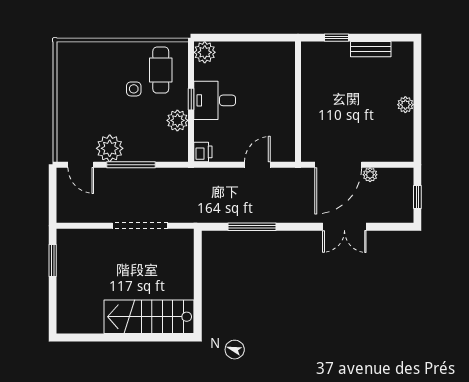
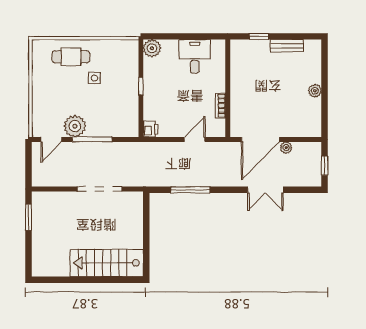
cafe table: (161, 70) -> (71, 57), moved, turned 90
desk: (215, 100) -> (195, 56), moved, turned 90
plant: (177, 120) -> (130, 104), removed
bookcase: (289, 123) -> (220, 106), added
door: (81, 165) -> (51, 139), hinge flipped

